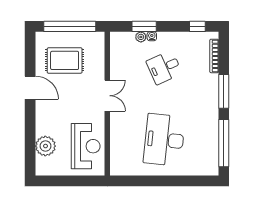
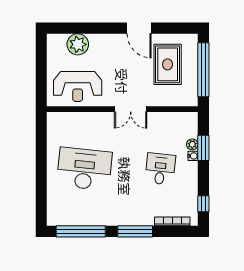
desk: (164, 67) -> (160, 169), turned 30
door: (30, 88) -> (139, 28), hinge flipped

